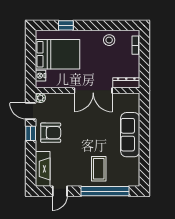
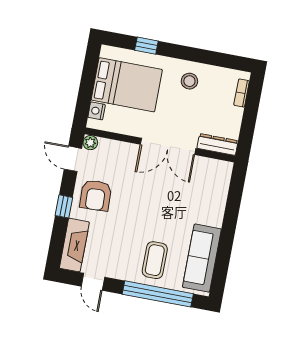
stool: (109, 40) -> (189, 81), moved
window: (31, 133) -> (64, 206), moved
armchair: (51, 133) -> (96, 195), turned 88
sofa: (130, 135) -> (202, 258), moved
door: (60, 191) -> (93, 282), hinge flipped

